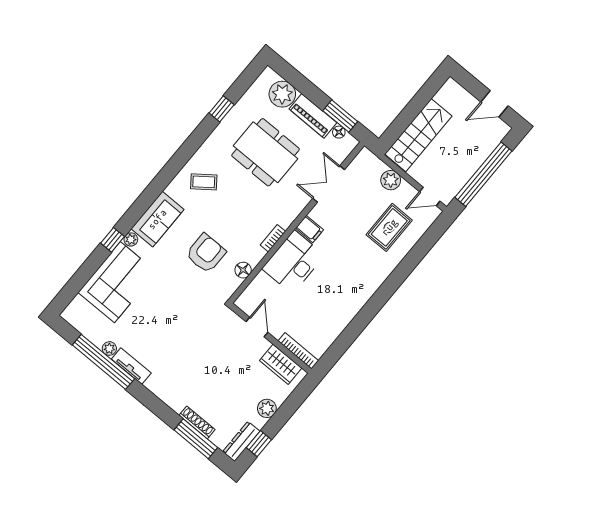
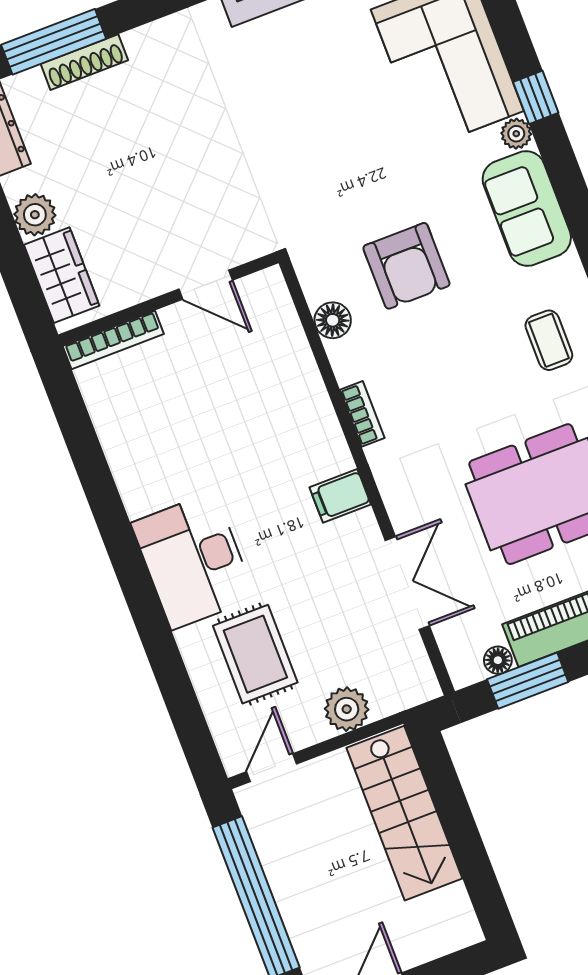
coffee table: (204, 182) -> (549, 340), turned -53
desk: (293, 262) -> (193, 561), moved, turned 180
wardrobe: (281, 364) -> (62, 275), moved, turned 90

